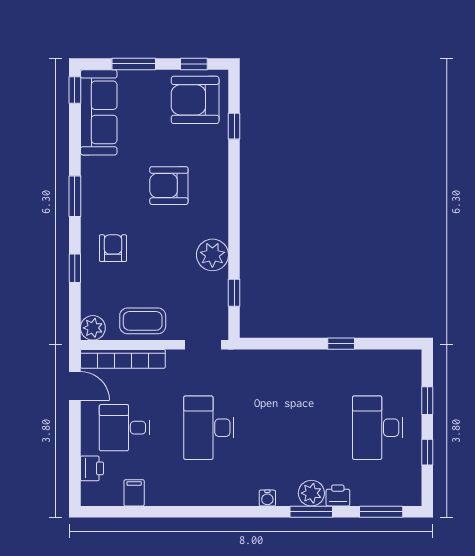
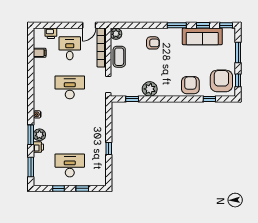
sofa: (99, 112) -> (202, 36), moved
armchair: (169, 186) -> (190, 85), moved
window: (75, 268) -> (203, 25), moved

